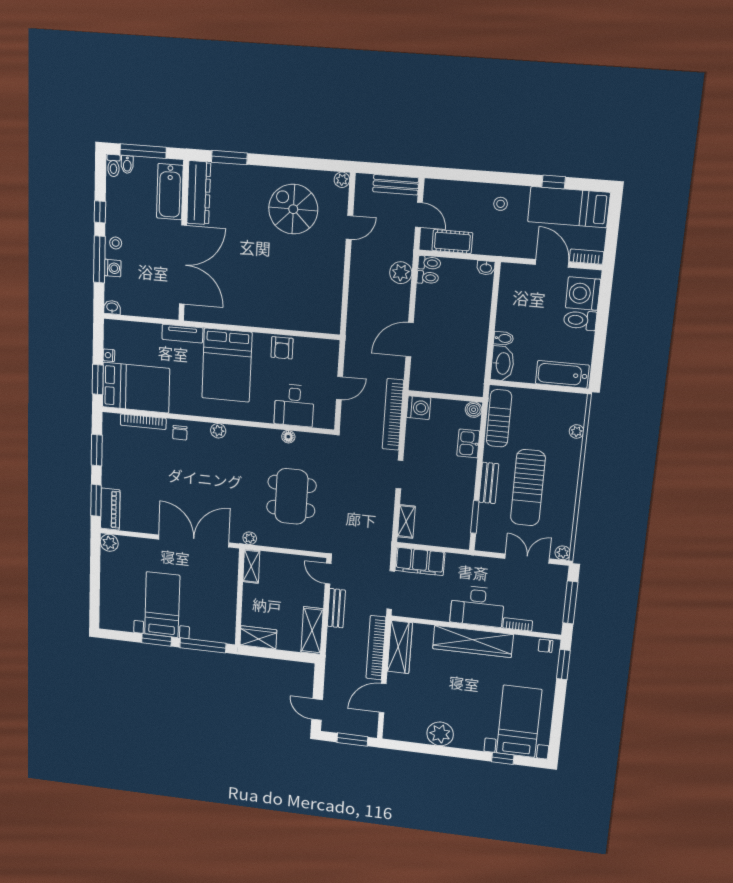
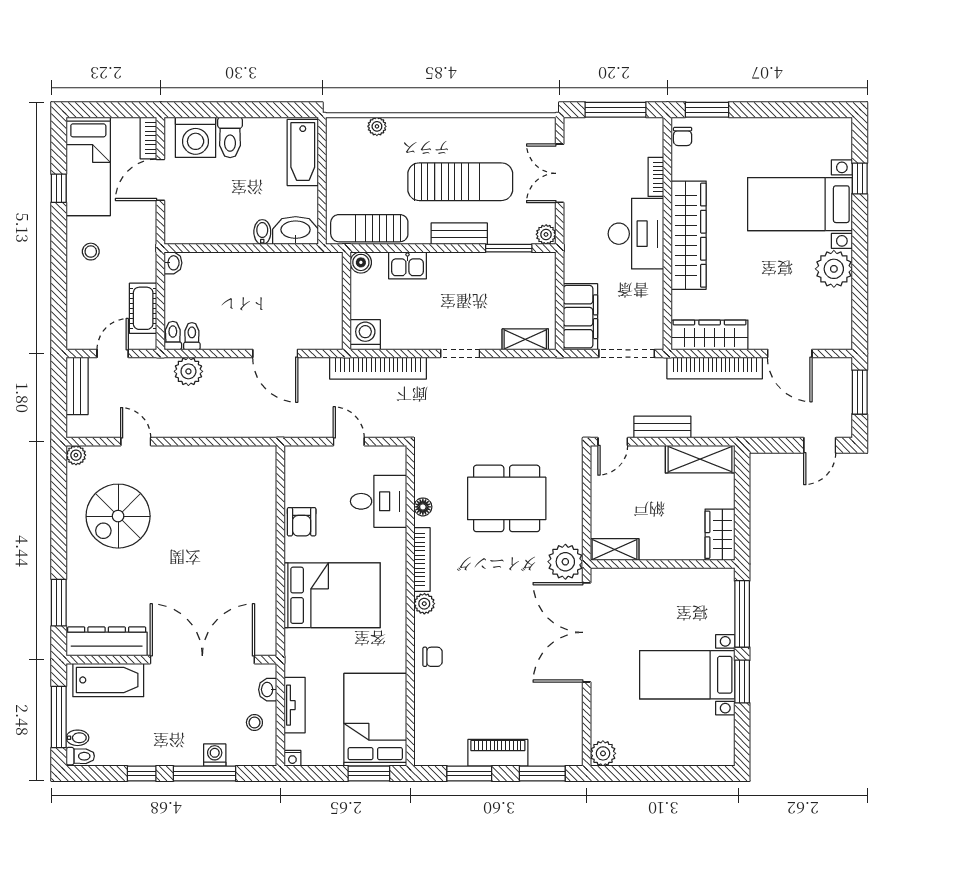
stool: (116, 243) -> (254, 722), moved
washbasin: (112, 307) -> (268, 690), moved
tv unit: (182, 334) -> (295, 705), moved
armchair: (282, 348) -> (302, 522), turned 90
nightstand: (109, 355) -> (292, 758), moved
bookcase: (143, 422) -> (422, 559), moved
piano: (110, 509) -> (498, 753), moved
plant: (250, 538) -> (565, 562), width x1.88, depth x1.88
plant: (563, 553) -> (546, 234), moved
bed with nightstands: (519, 721) -> (800, 204), moved

